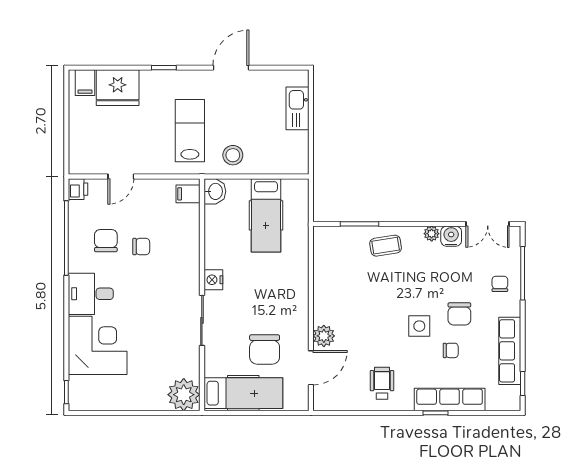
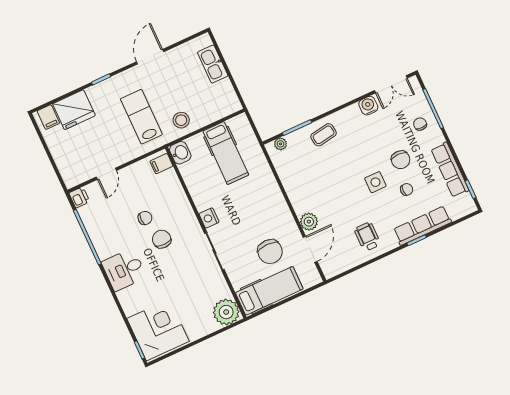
plant: (432, 234) -> (281, 144), moved
chair: (106, 241) -> (162, 239), moved
corner desk: (98, 345) -> (158, 330), moved

